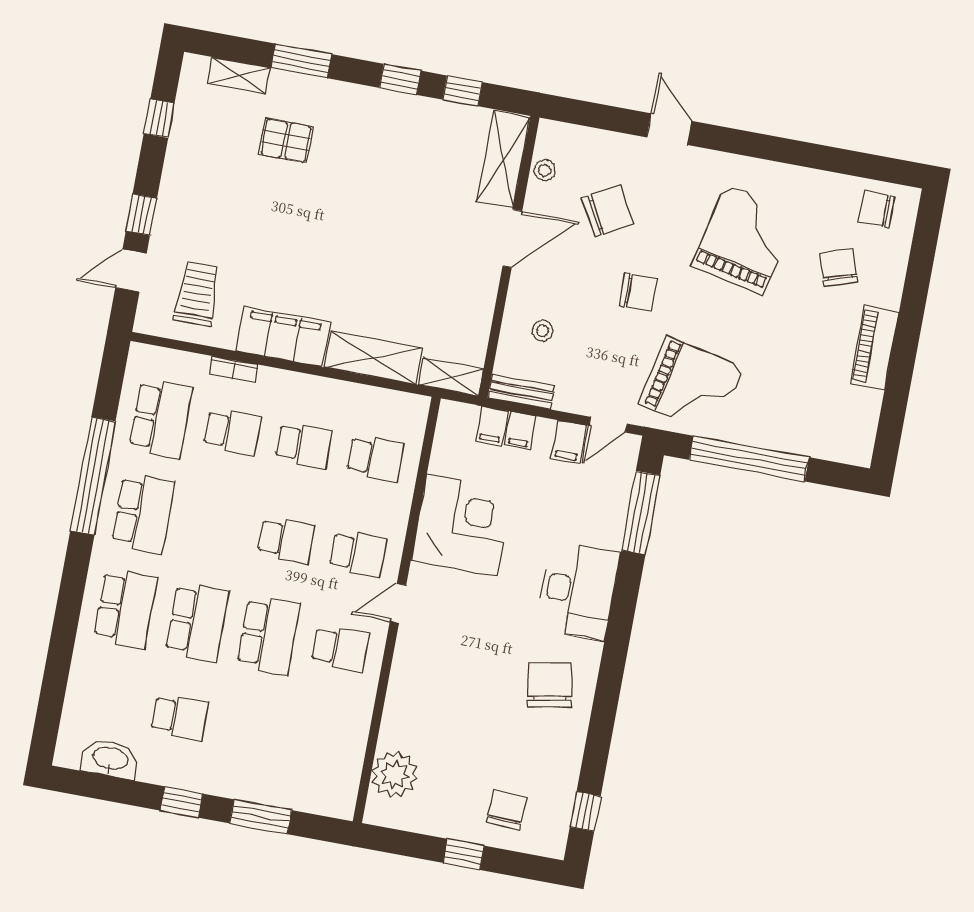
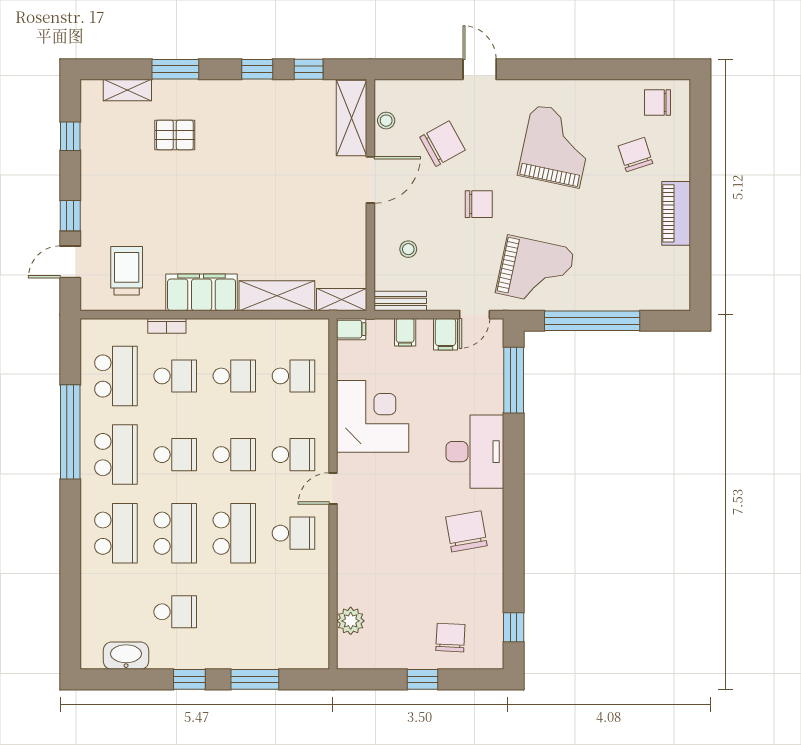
filing cabinet: (492, 426) -> (351, 329), moved, turned -90
school desk: (215, 527) -> (175, 455), added
plant: (395, 775) -> (351, 621), width x0.73, depth x0.73

